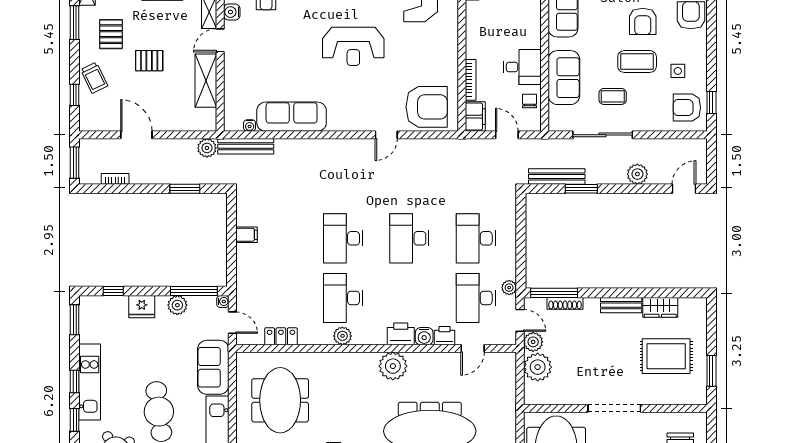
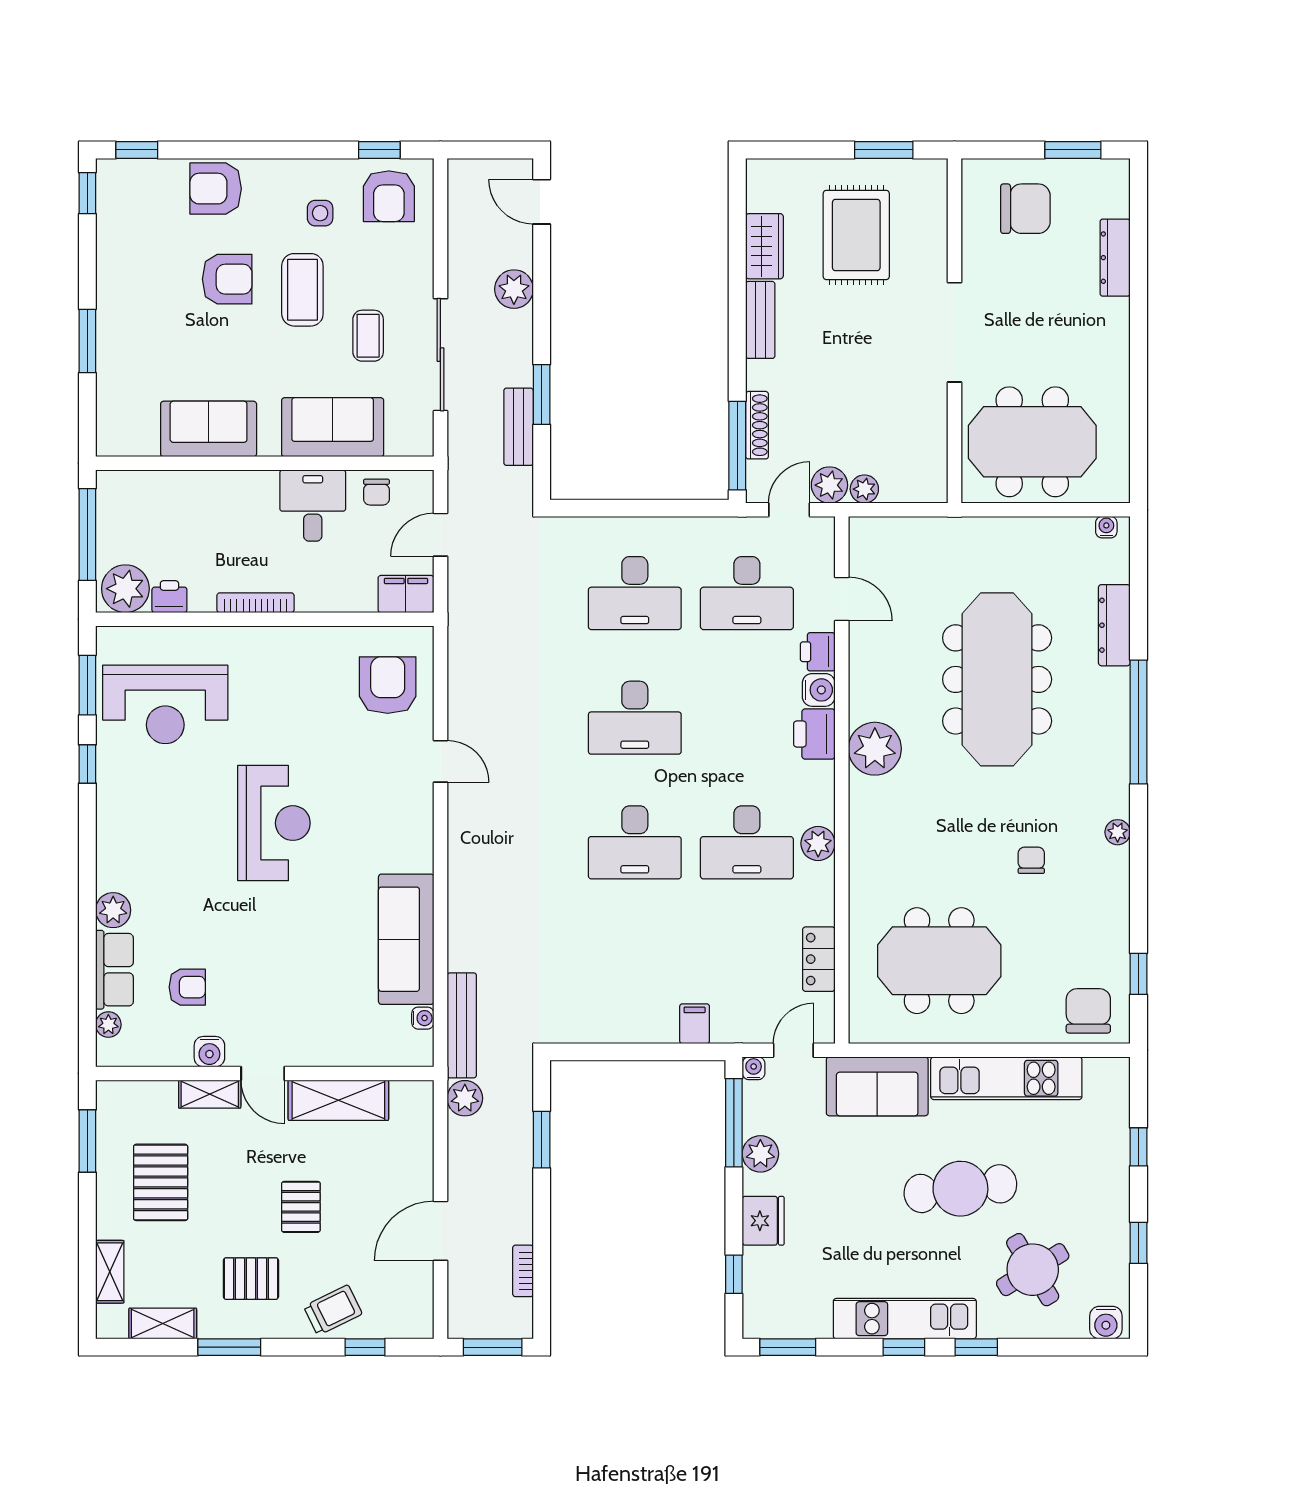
bookcase: (471, 80) -> (255, 603), moved
chair: (529, 101) -> (376, 492), turned -90
armchair: (427, 107) -> (388, 685), width x0.73, depth x0.73
bench: (557, 176) -> (519, 427), width x0.73
filing cabinet: (247, 235) -> (695, 1024), moved
plant: (509, 288) -> (727, 530), removed
plant: (538, 367) -> (864, 489), width x0.53, depth x0.53

